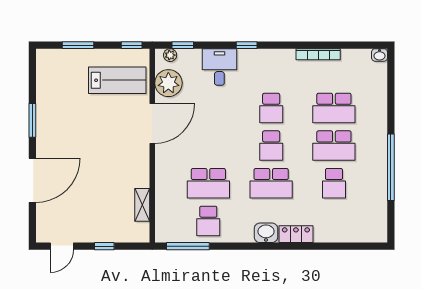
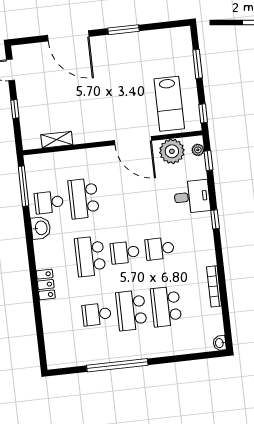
washbasin: (266, 233) -> (41, 228), moved

